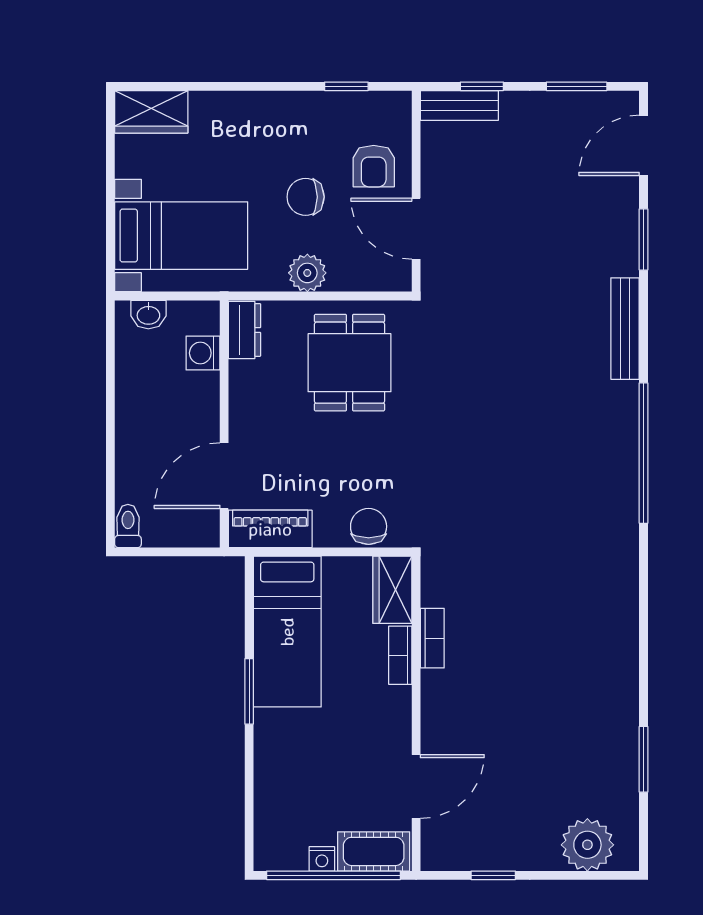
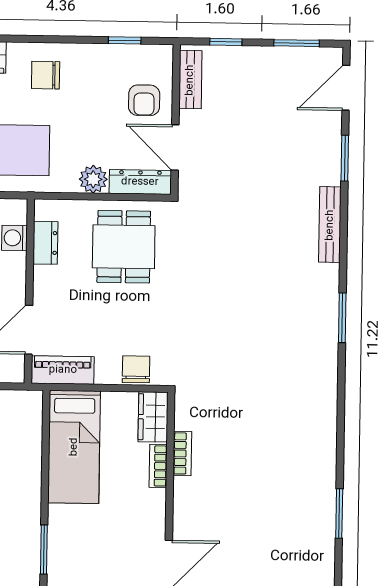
bench: (459, 105) -> (190, 80), moved, turned 90
chair: (306, 197) -> (46, 75), moved
dresser: (370, 276) -> (140, 182), added
dresser: (245, 330) -> (45, 243), moved
window: (644, 453) -> (342, 318), width x0.47
window: (249, 691) -> (44, 550), moved
window: (644, 759) -> (339, 513), moved

